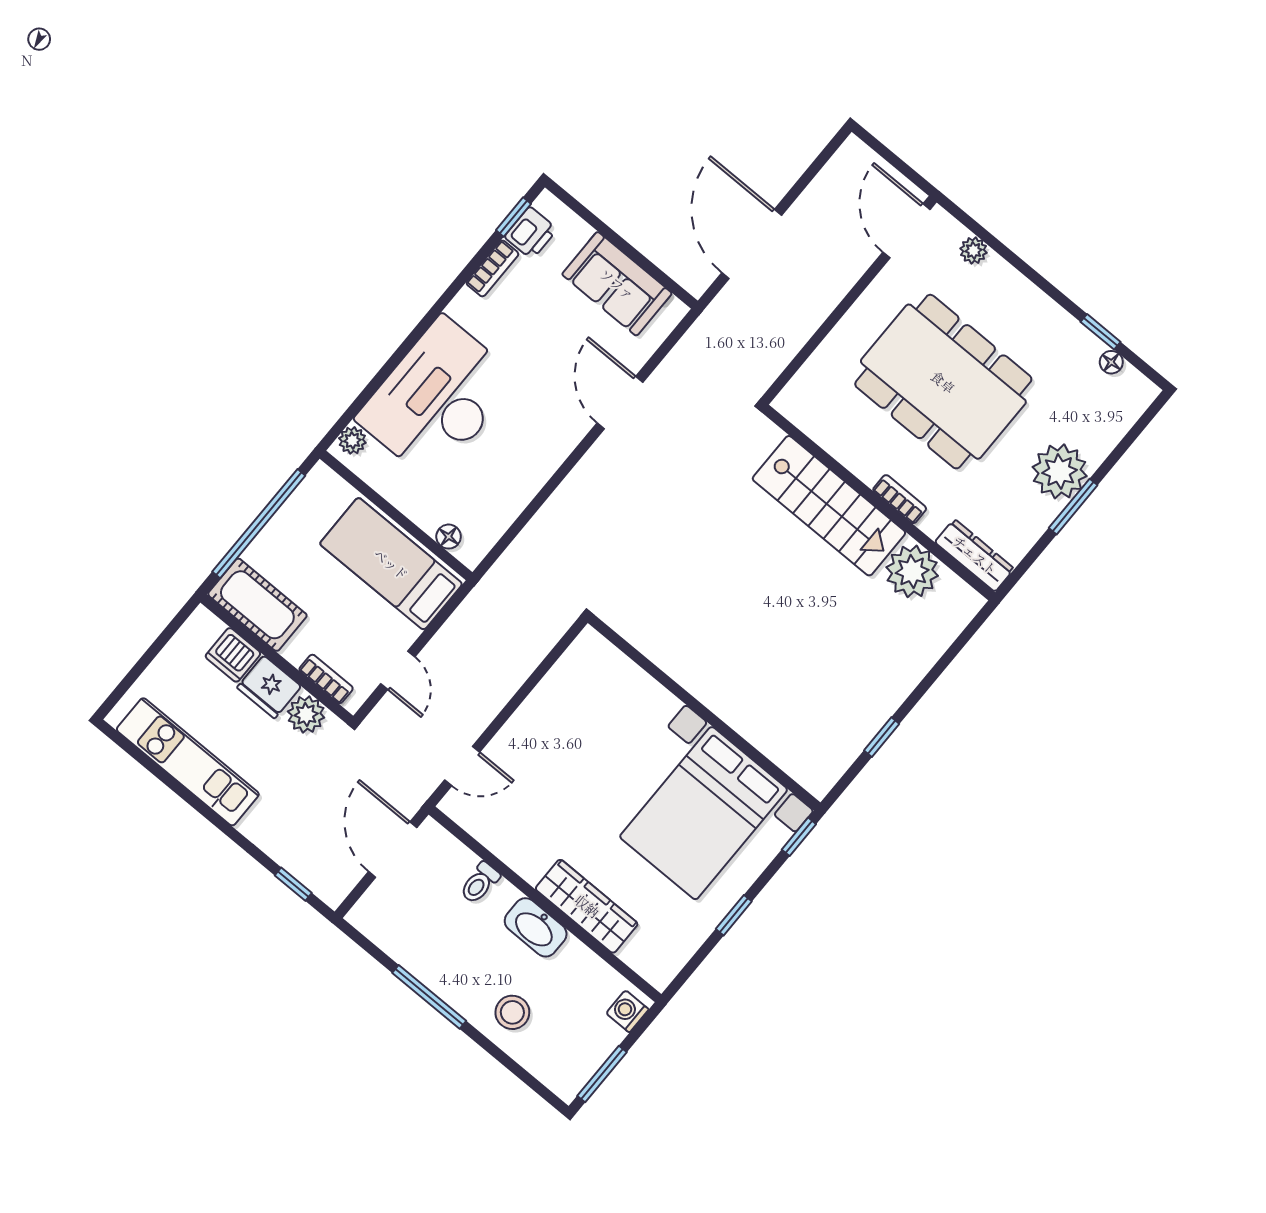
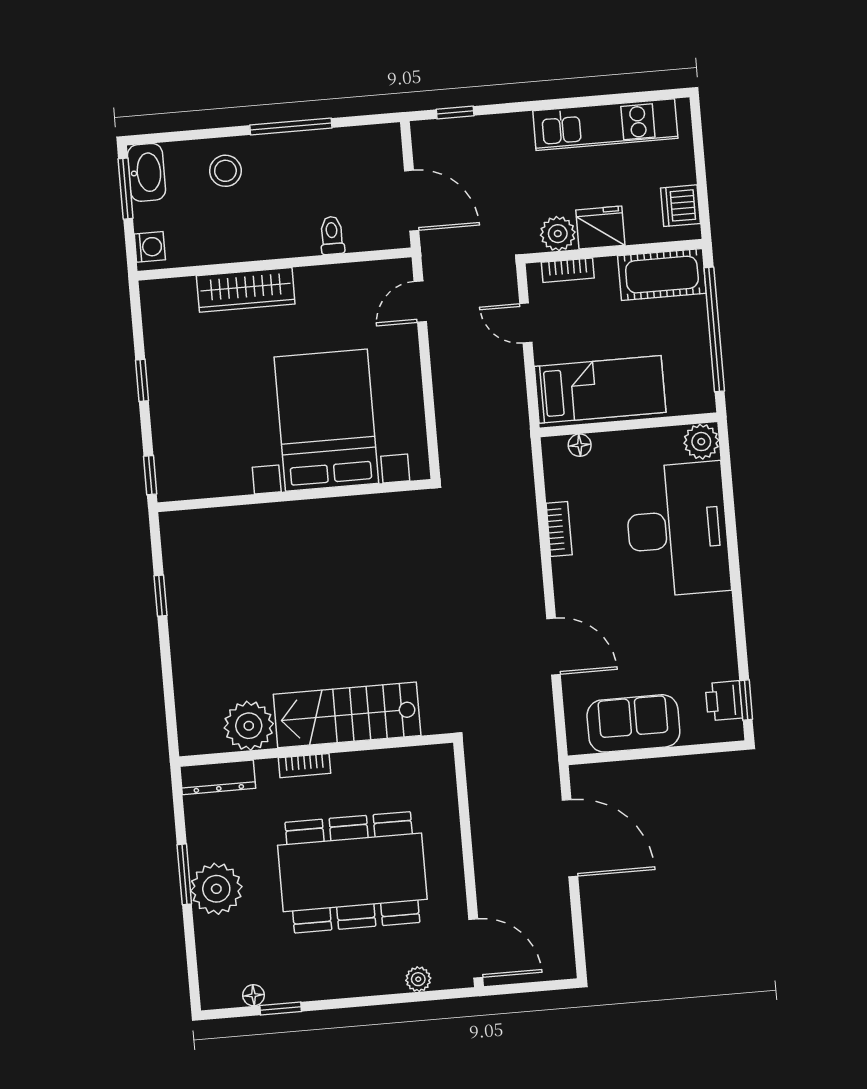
bookcase: (492, 268) -> (559, 529), moved, turned 180
plant: (352, 440) -> (701, 442), width x1.38, depth x1.38
dishwasher: (233, 655) -> (680, 206), moved, turned -90
bed with nightstands: (704, 813) -> (326, 420), moved
washbasin: (536, 927) -> (146, 172), moved, turned 90

